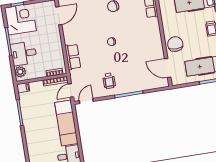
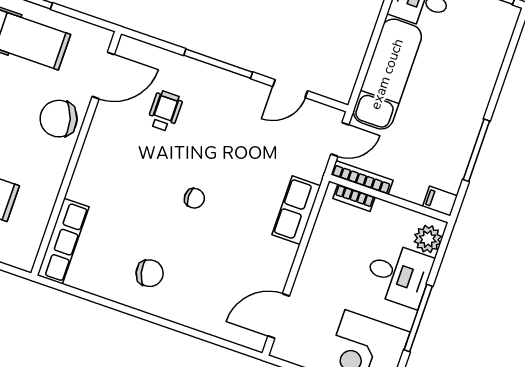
chair: (175, 44) -> (59, 119), turned 74
door: (168, 68) -> (103, 75), hinge flipped
wheelchair: (109, 81) -> (165, 111), moved
door: (86, 101) -> (290, 89), moved

